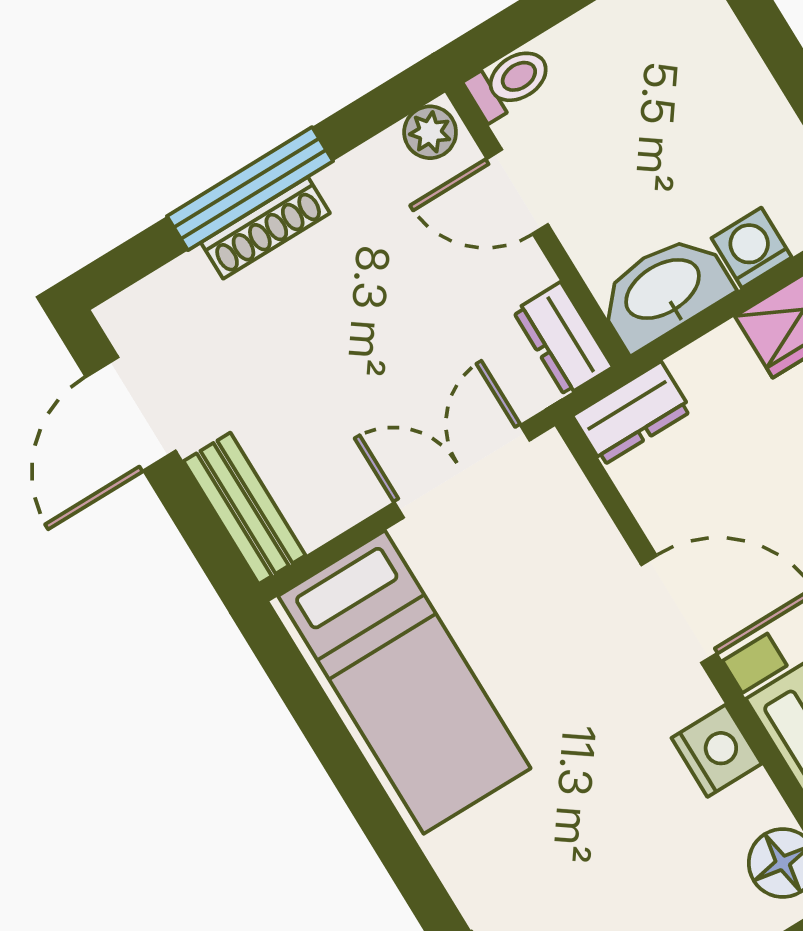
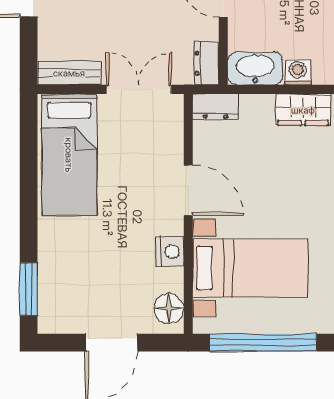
bench: (245, 508) -> (69, 73), moved, turned 90

